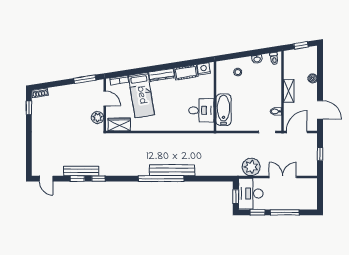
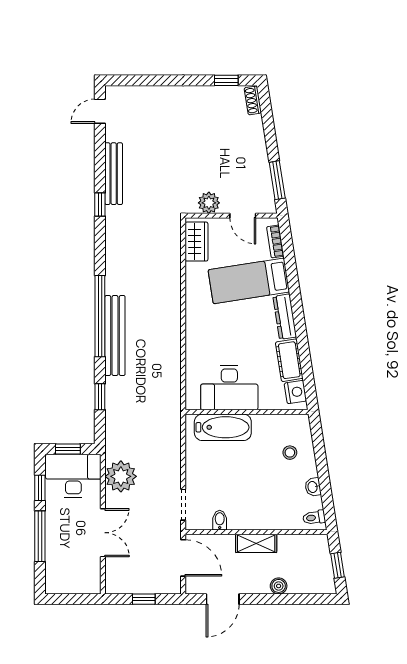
door: (105, 98) -> (243, 216), hinge flipped
desk: (201, 110) -> (229, 388), width x1.37
window: (77, 179) -> (100, 397), moved

